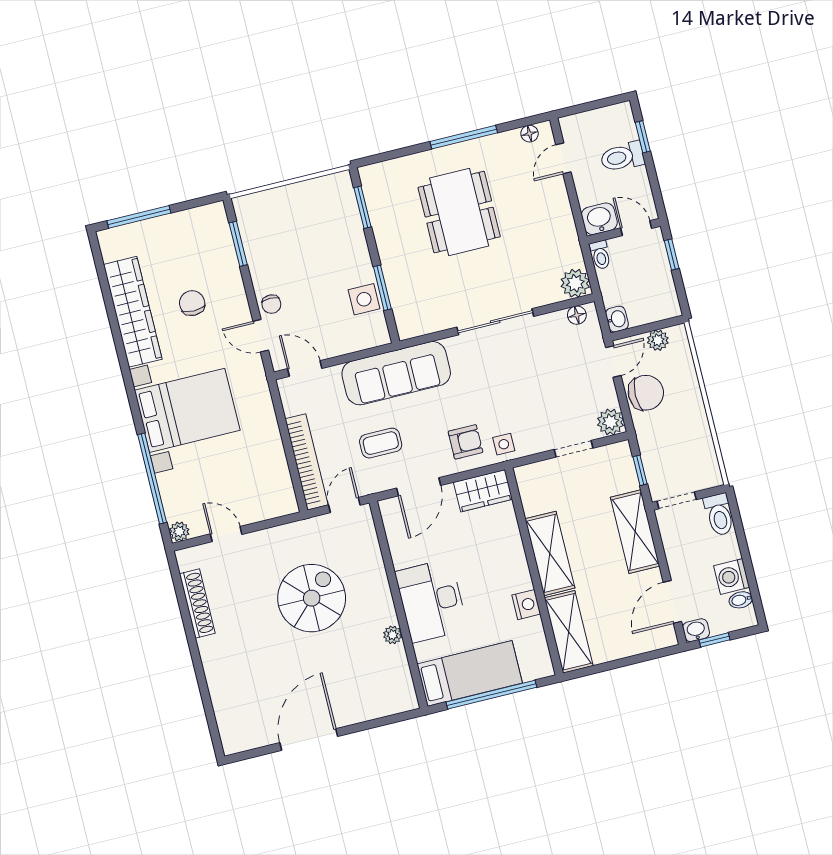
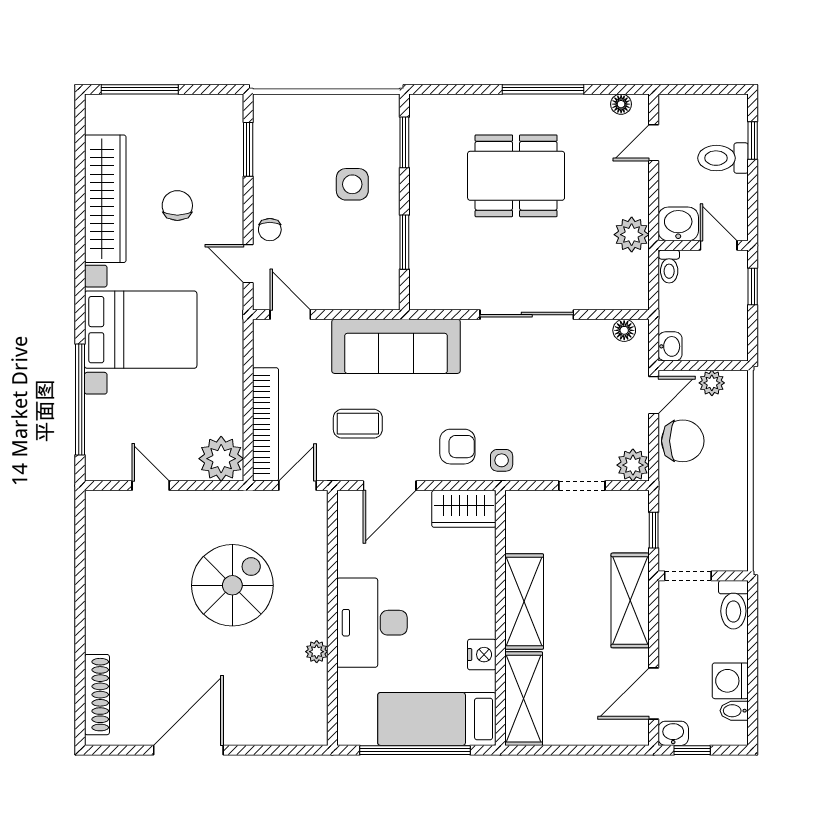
dining table: (459, 212) -> (516, 176), turned 90
plant: (575, 283) -> (632, 235), moved
side table: (364, 299) -> (352, 184), moved
plant: (179, 531) -> (221, 459), moved, width x1.88, depth x1.88
shoe rack: (197, 603) -> (97, 695), moved
bed: (470, 673) -> (437, 719), moved, turned 180

